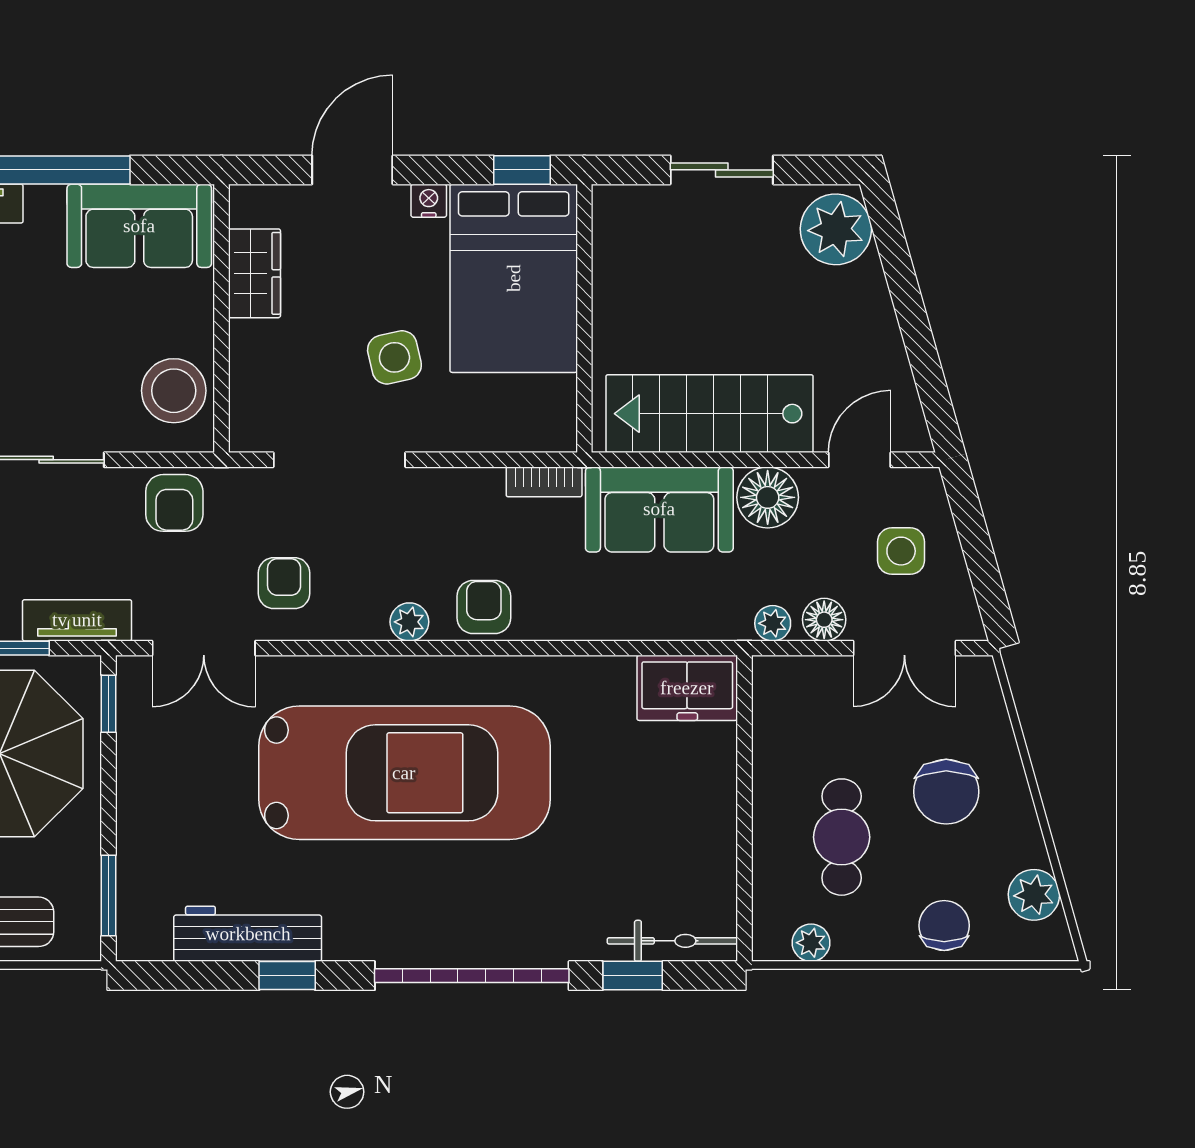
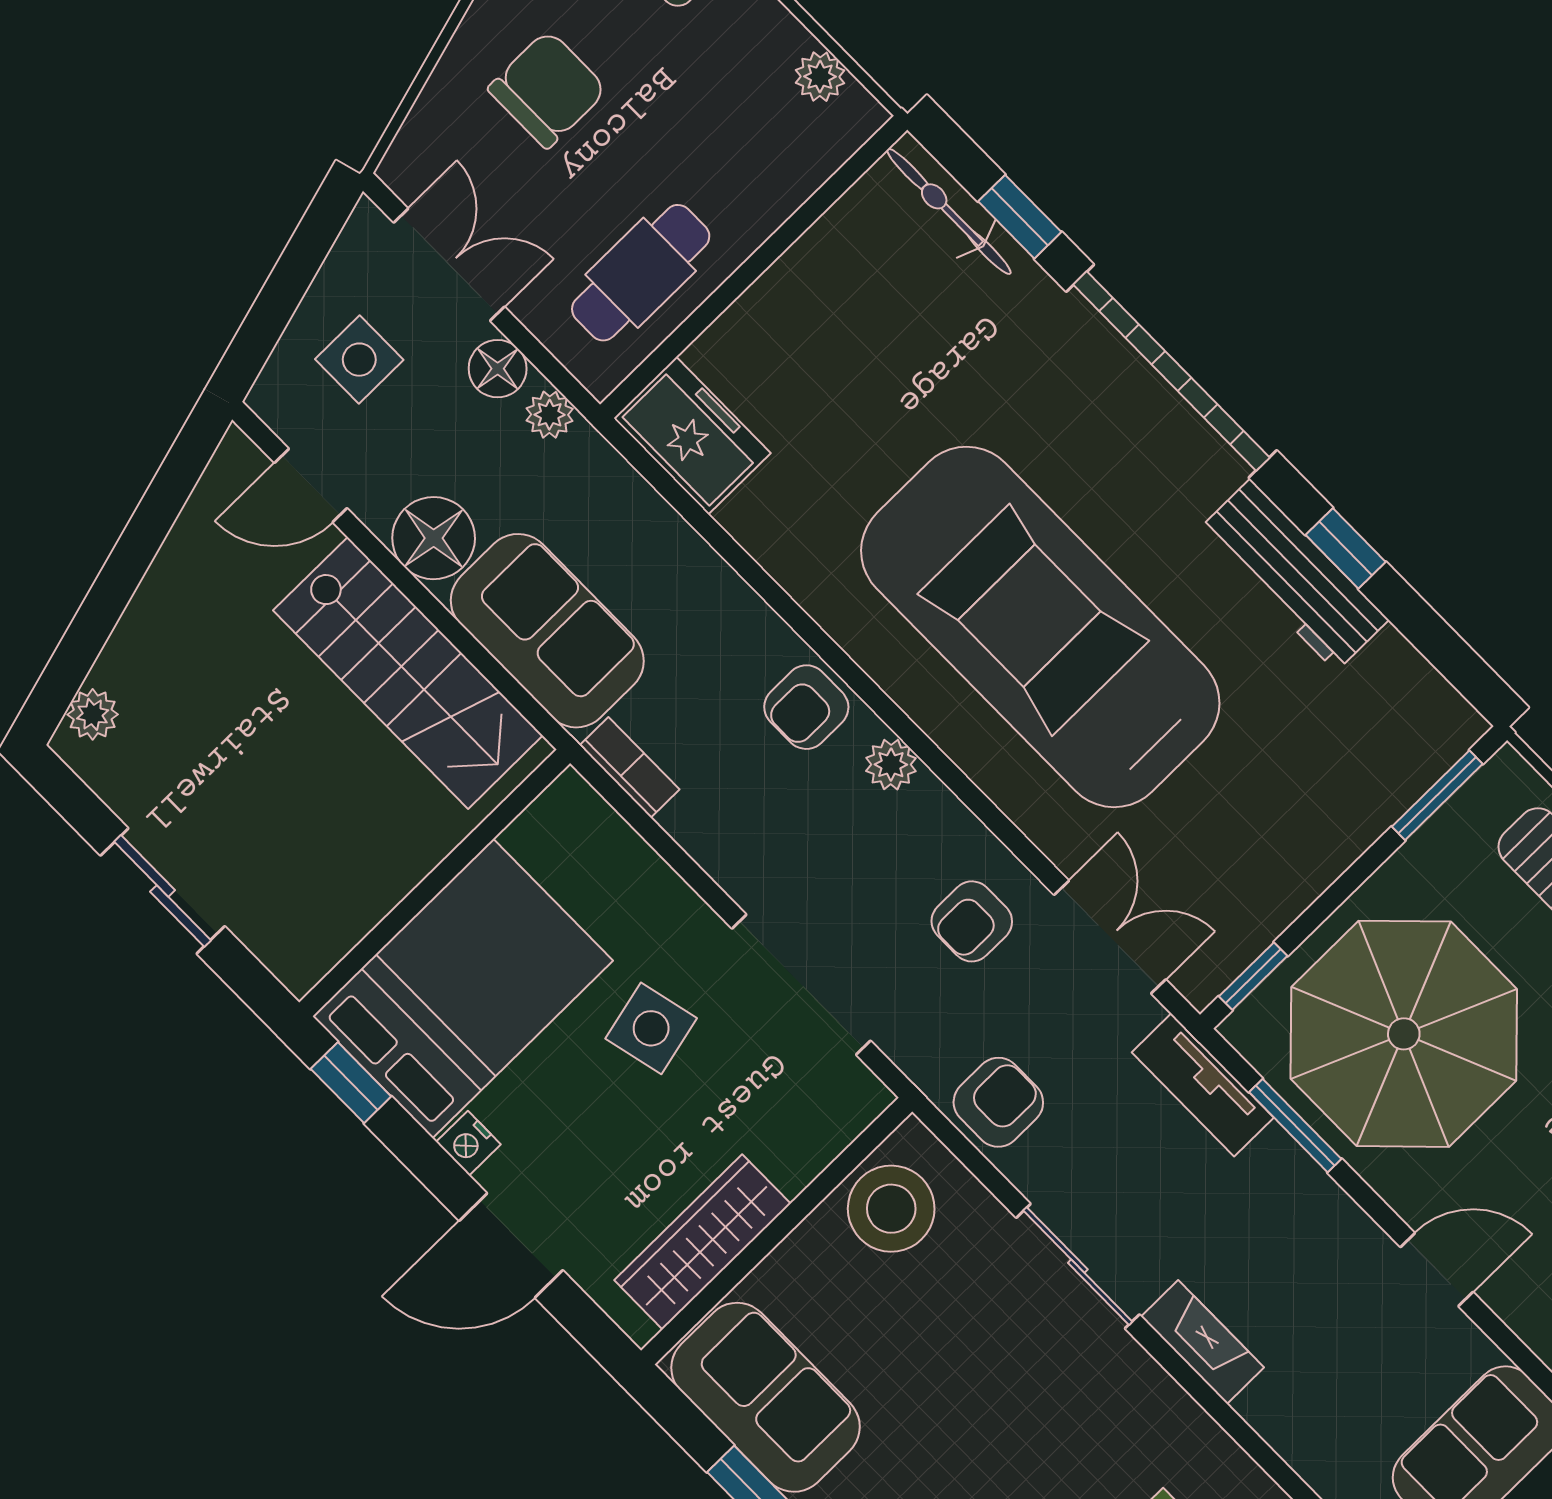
plant: (836, 229) -> (93, 714), width x0.53, depth x0.53
wardrobe: (254, 273) -> (702, 1242), width x1.50
cafe table: (842, 837) -> (641, 273), moved
workbench: (248, 934) -> (1293, 575), moved

